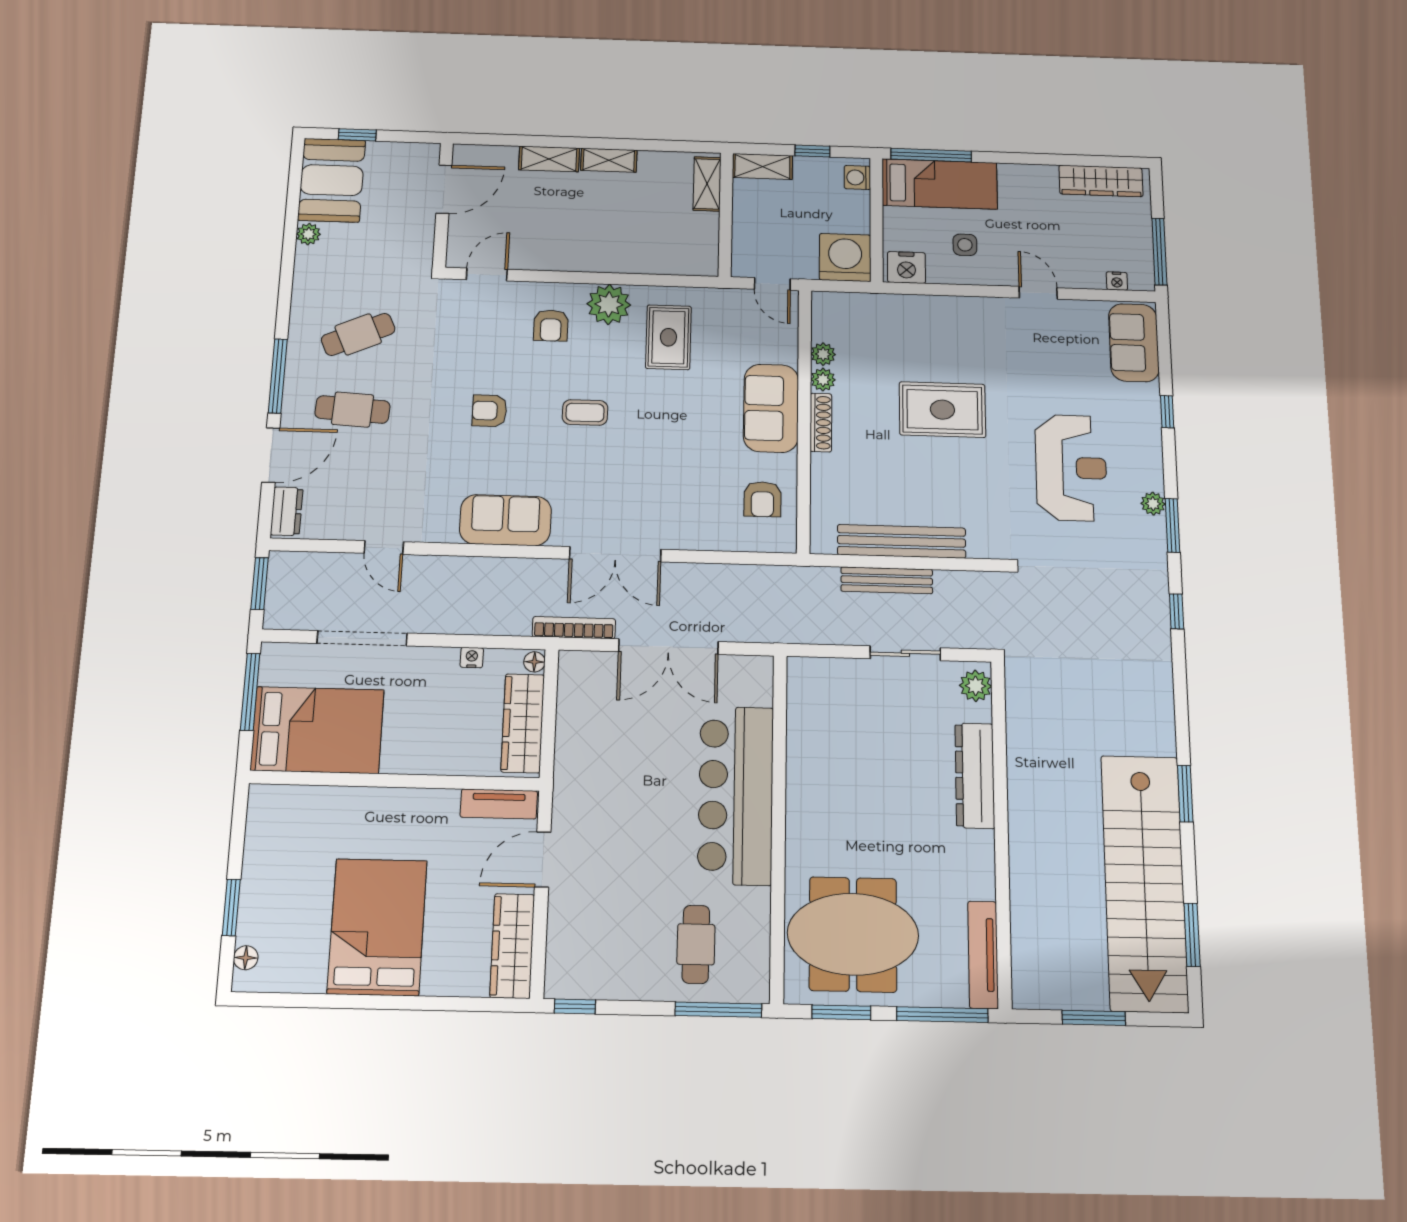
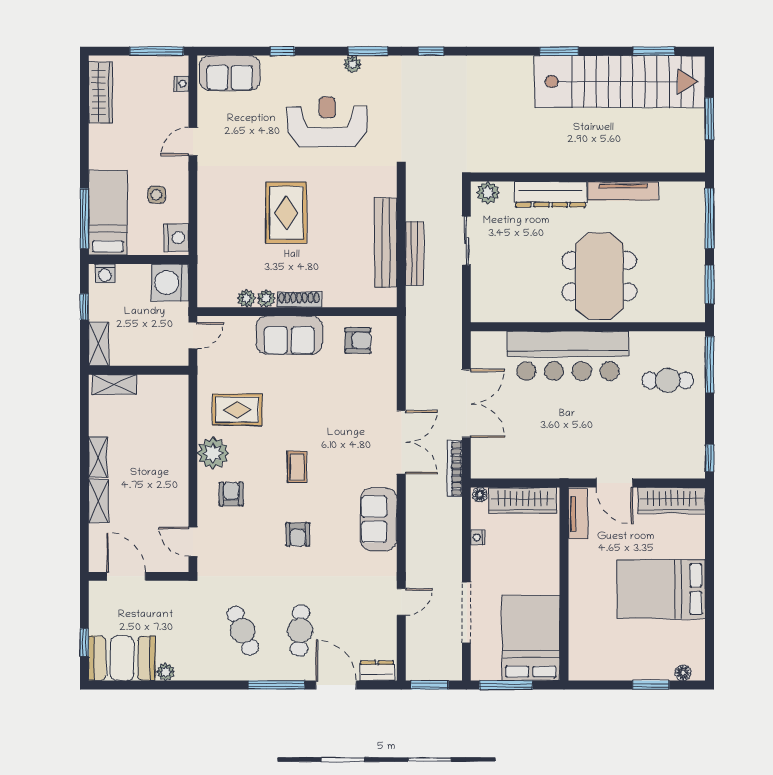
armchair: (551, 326) -> (231, 494), turned -90
meeting table: (853, 934) -> (599, 276), moved
tv unit: (983, 955) -> (623, 191), moved

